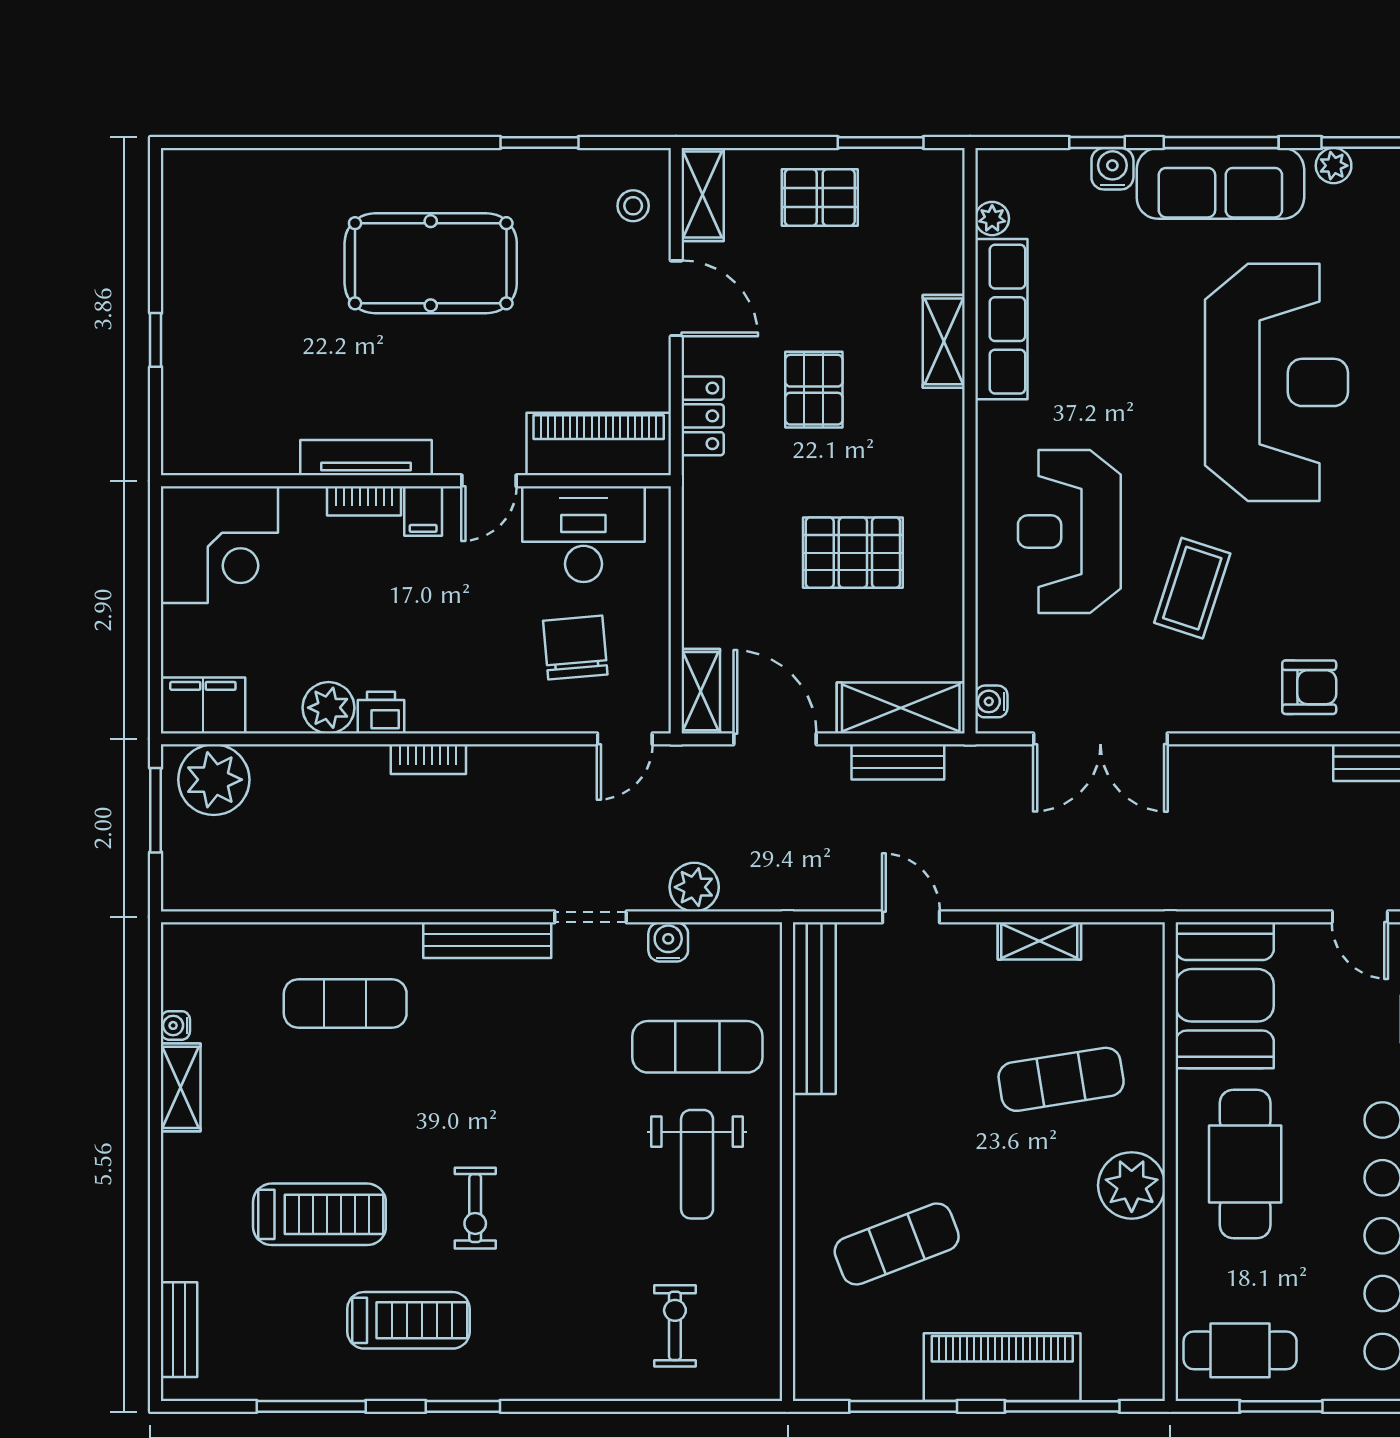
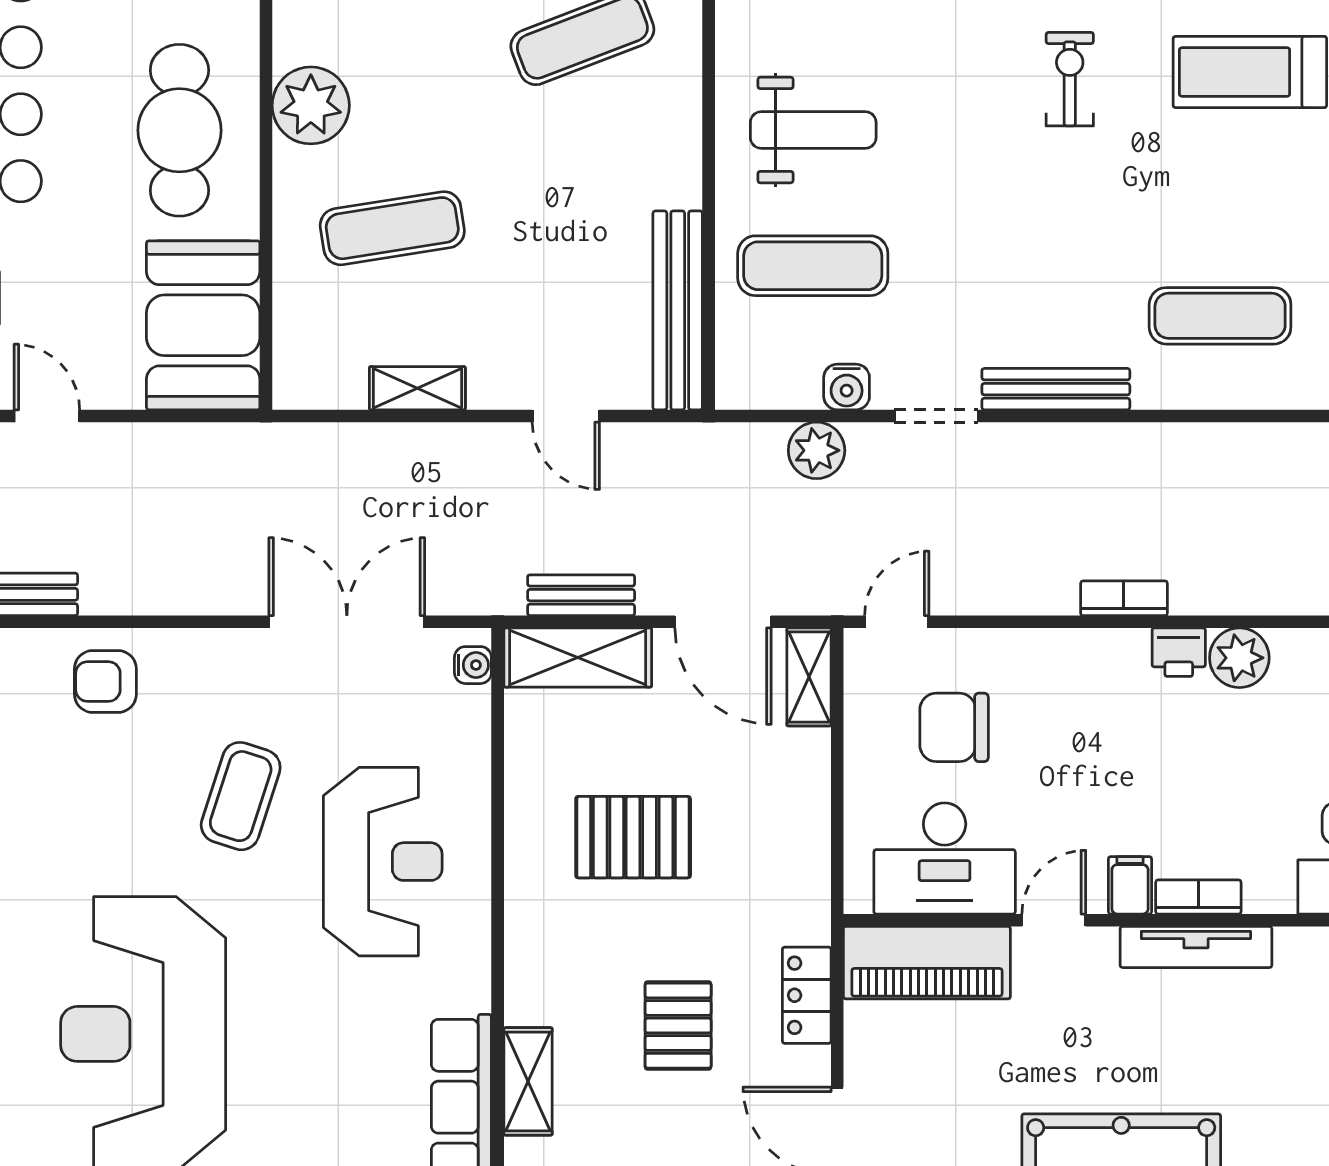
chair: (575, 648) -> (954, 727), turned 95
weight bench: (697, 1164) -> (813, 130), turned 90

